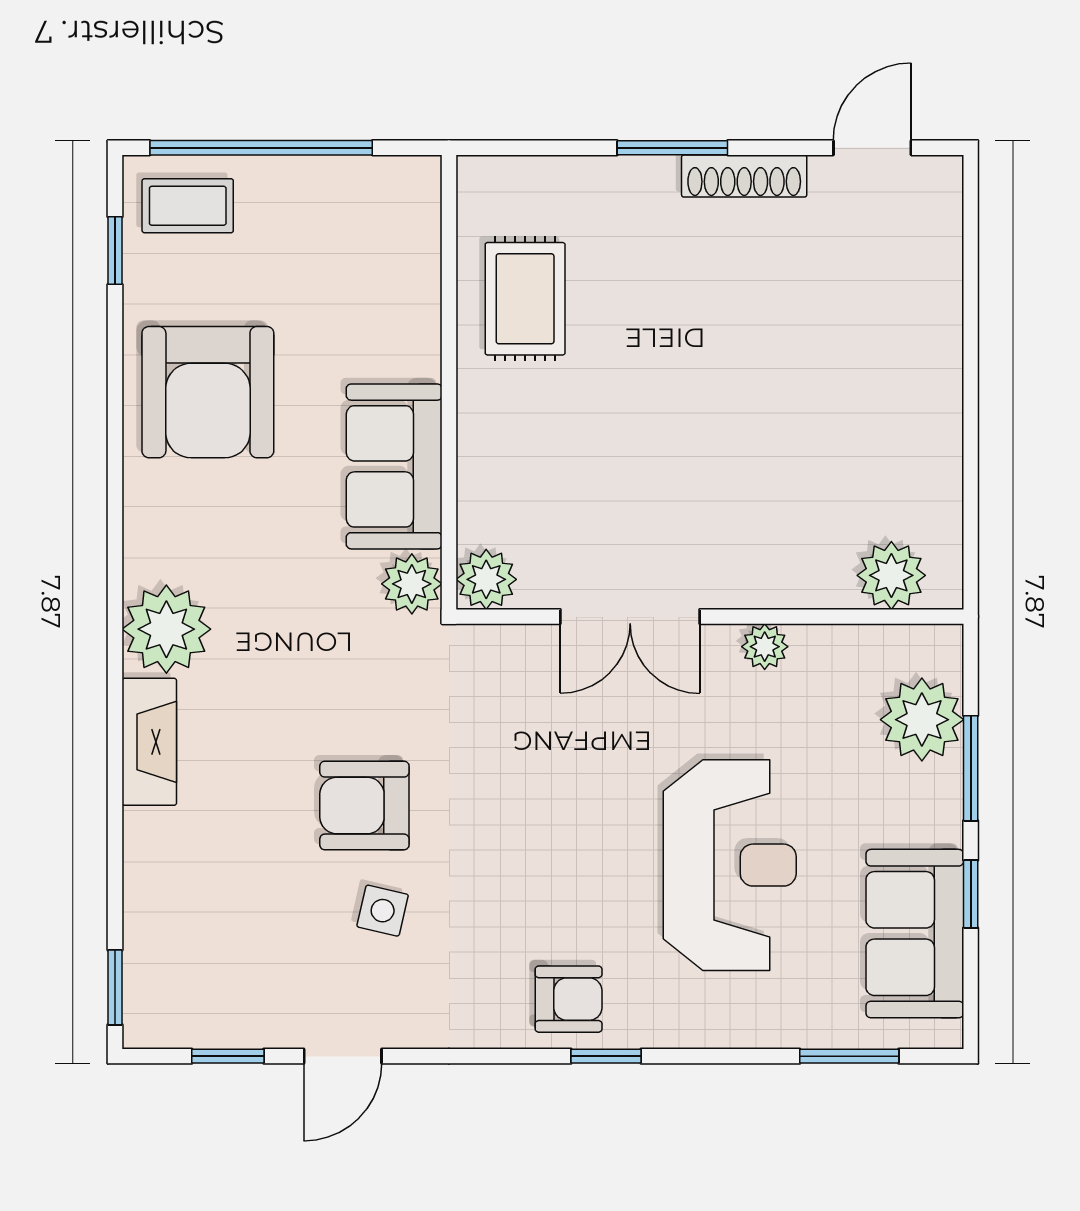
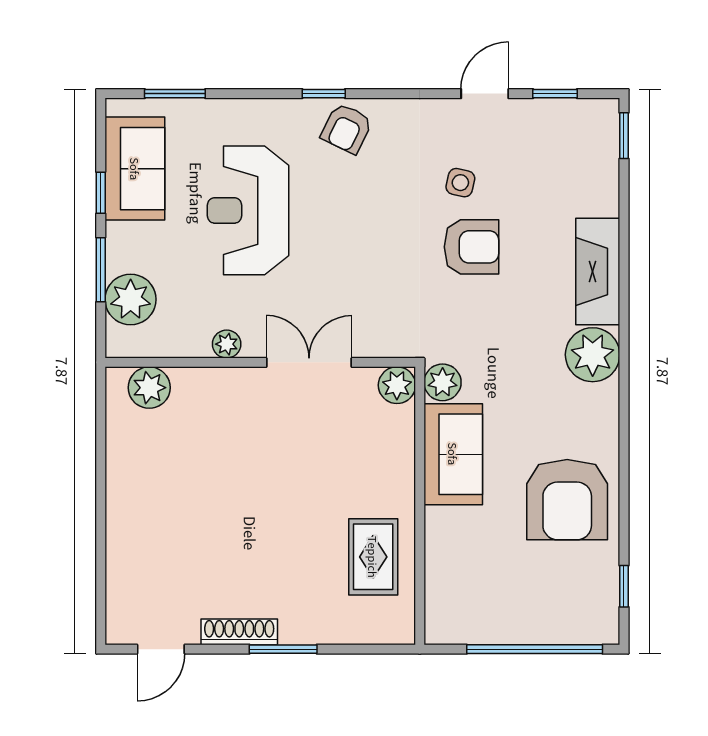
coffee table: (188, 206) -> (580, 614), removed
armchair: (208, 392) -> (567, 500), turned 180
fireplace: (149, 742) -> (598, 272), width x1.37, depth x1.32
armchair: (569, 999) -> (347, 128), turned -64

